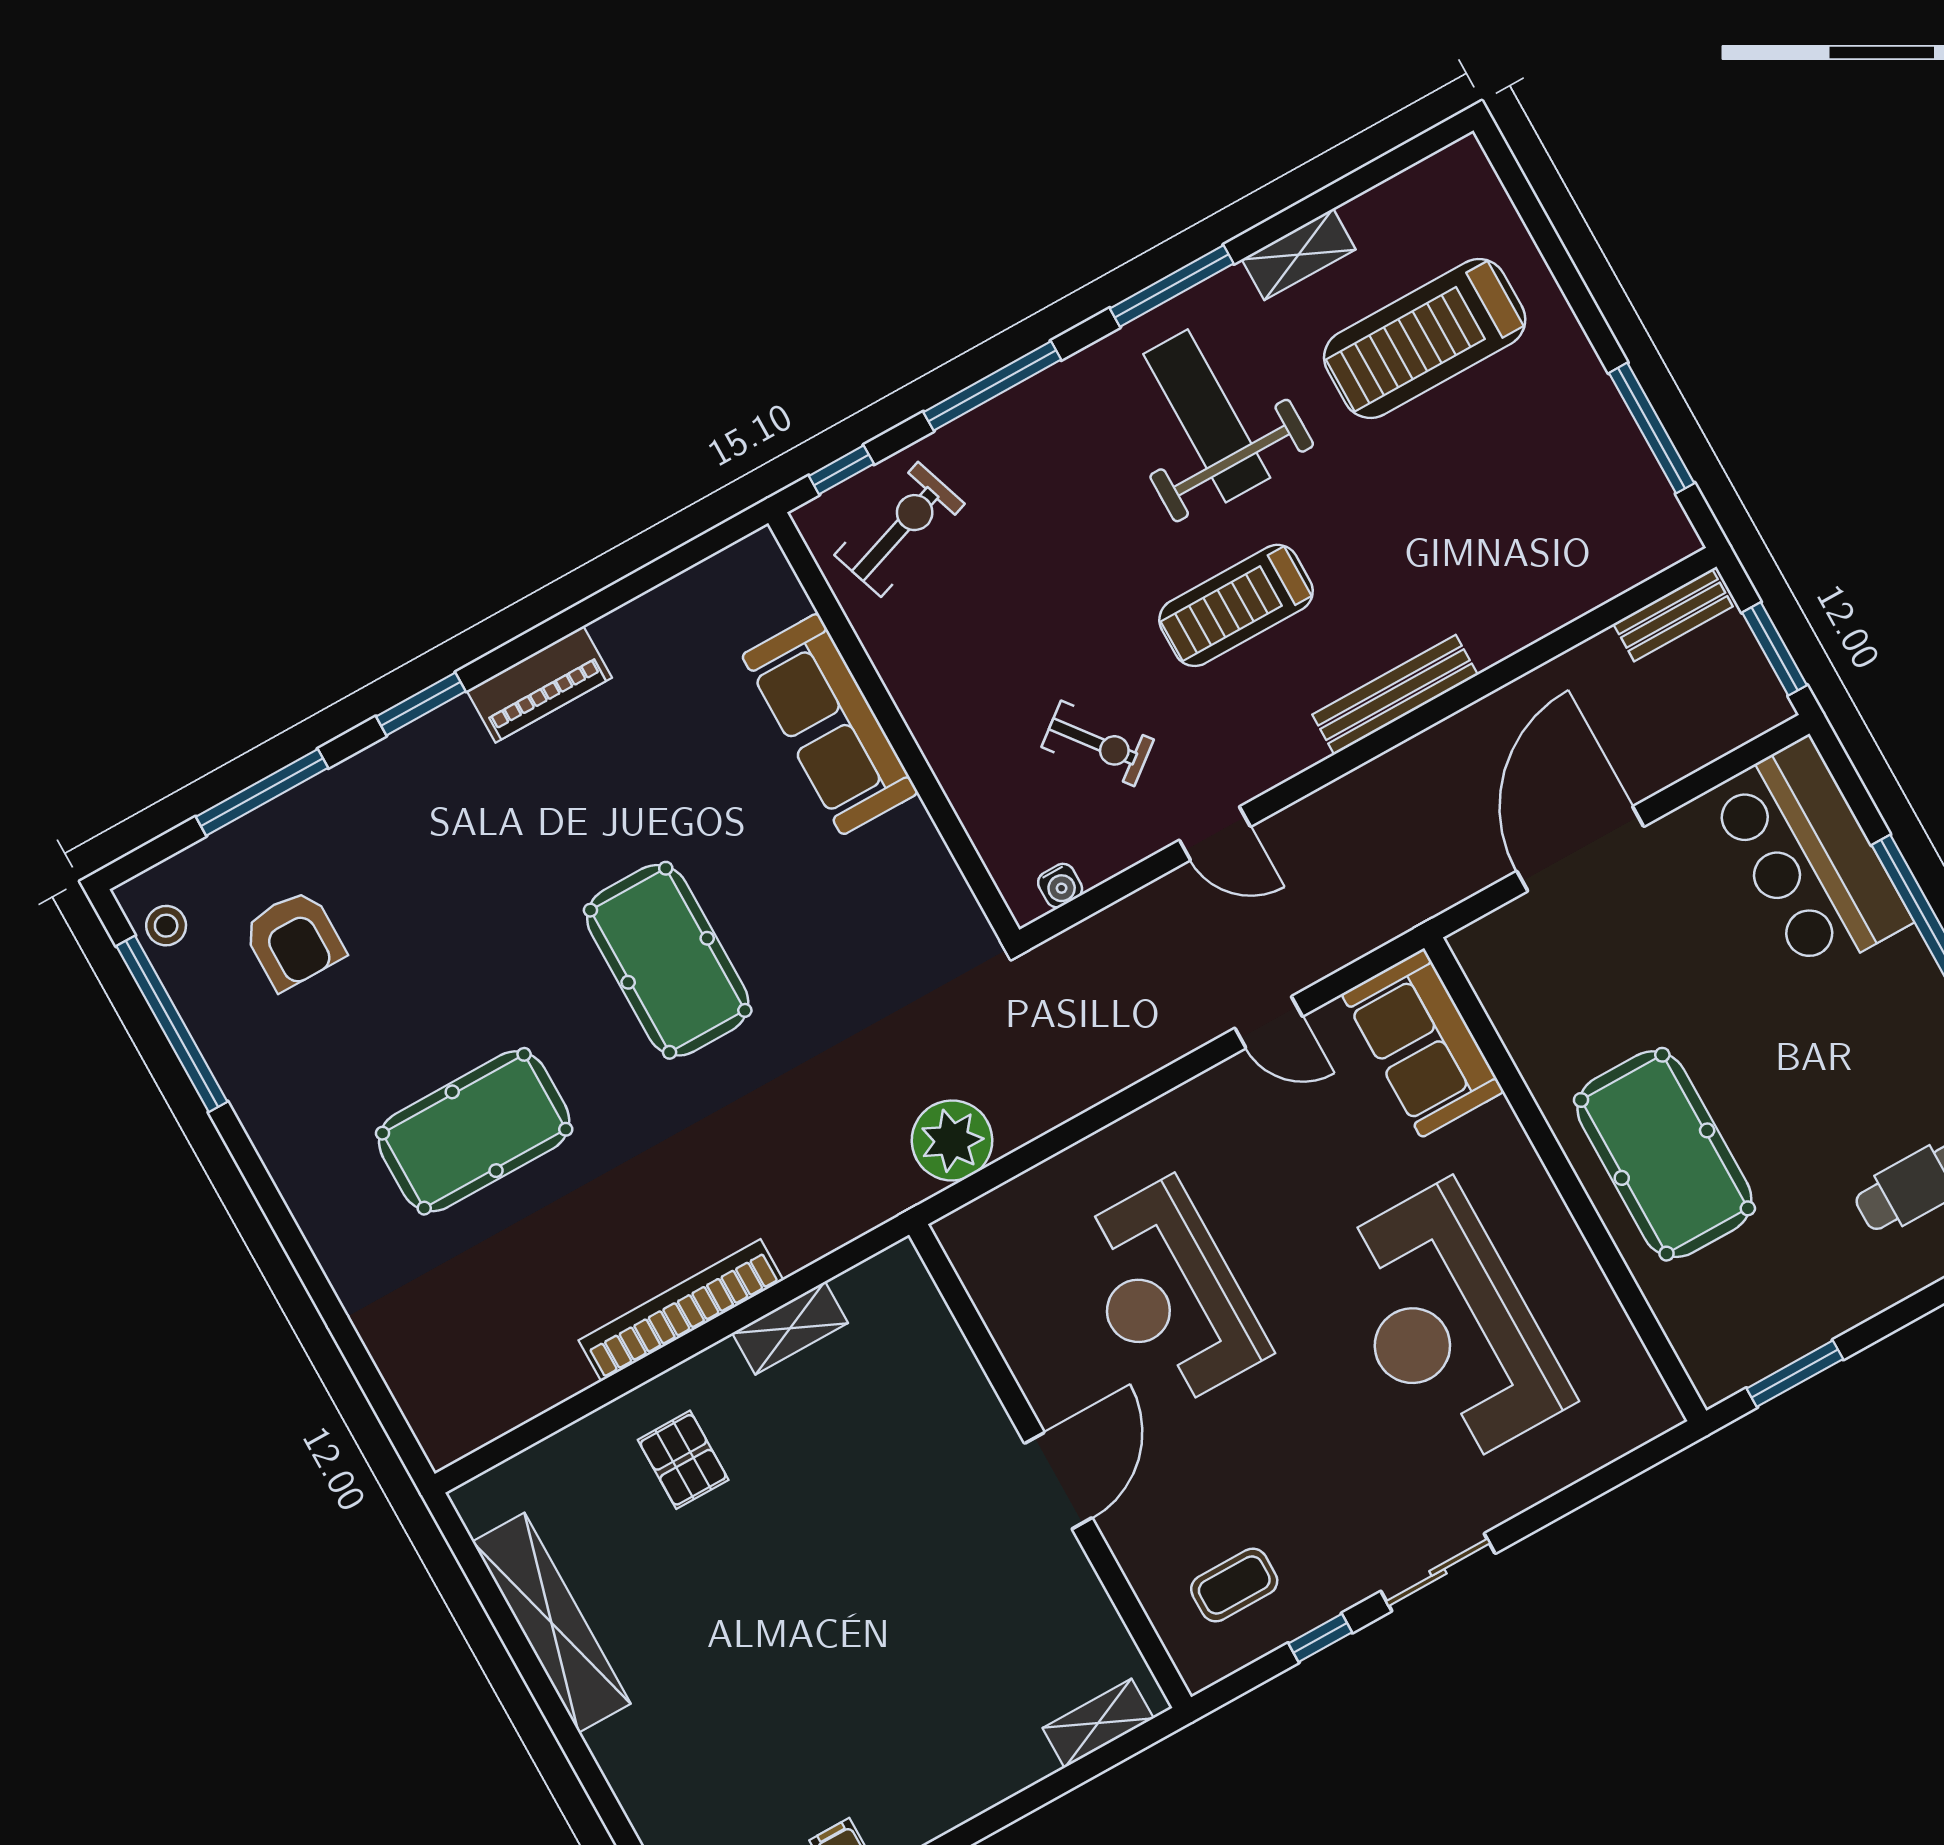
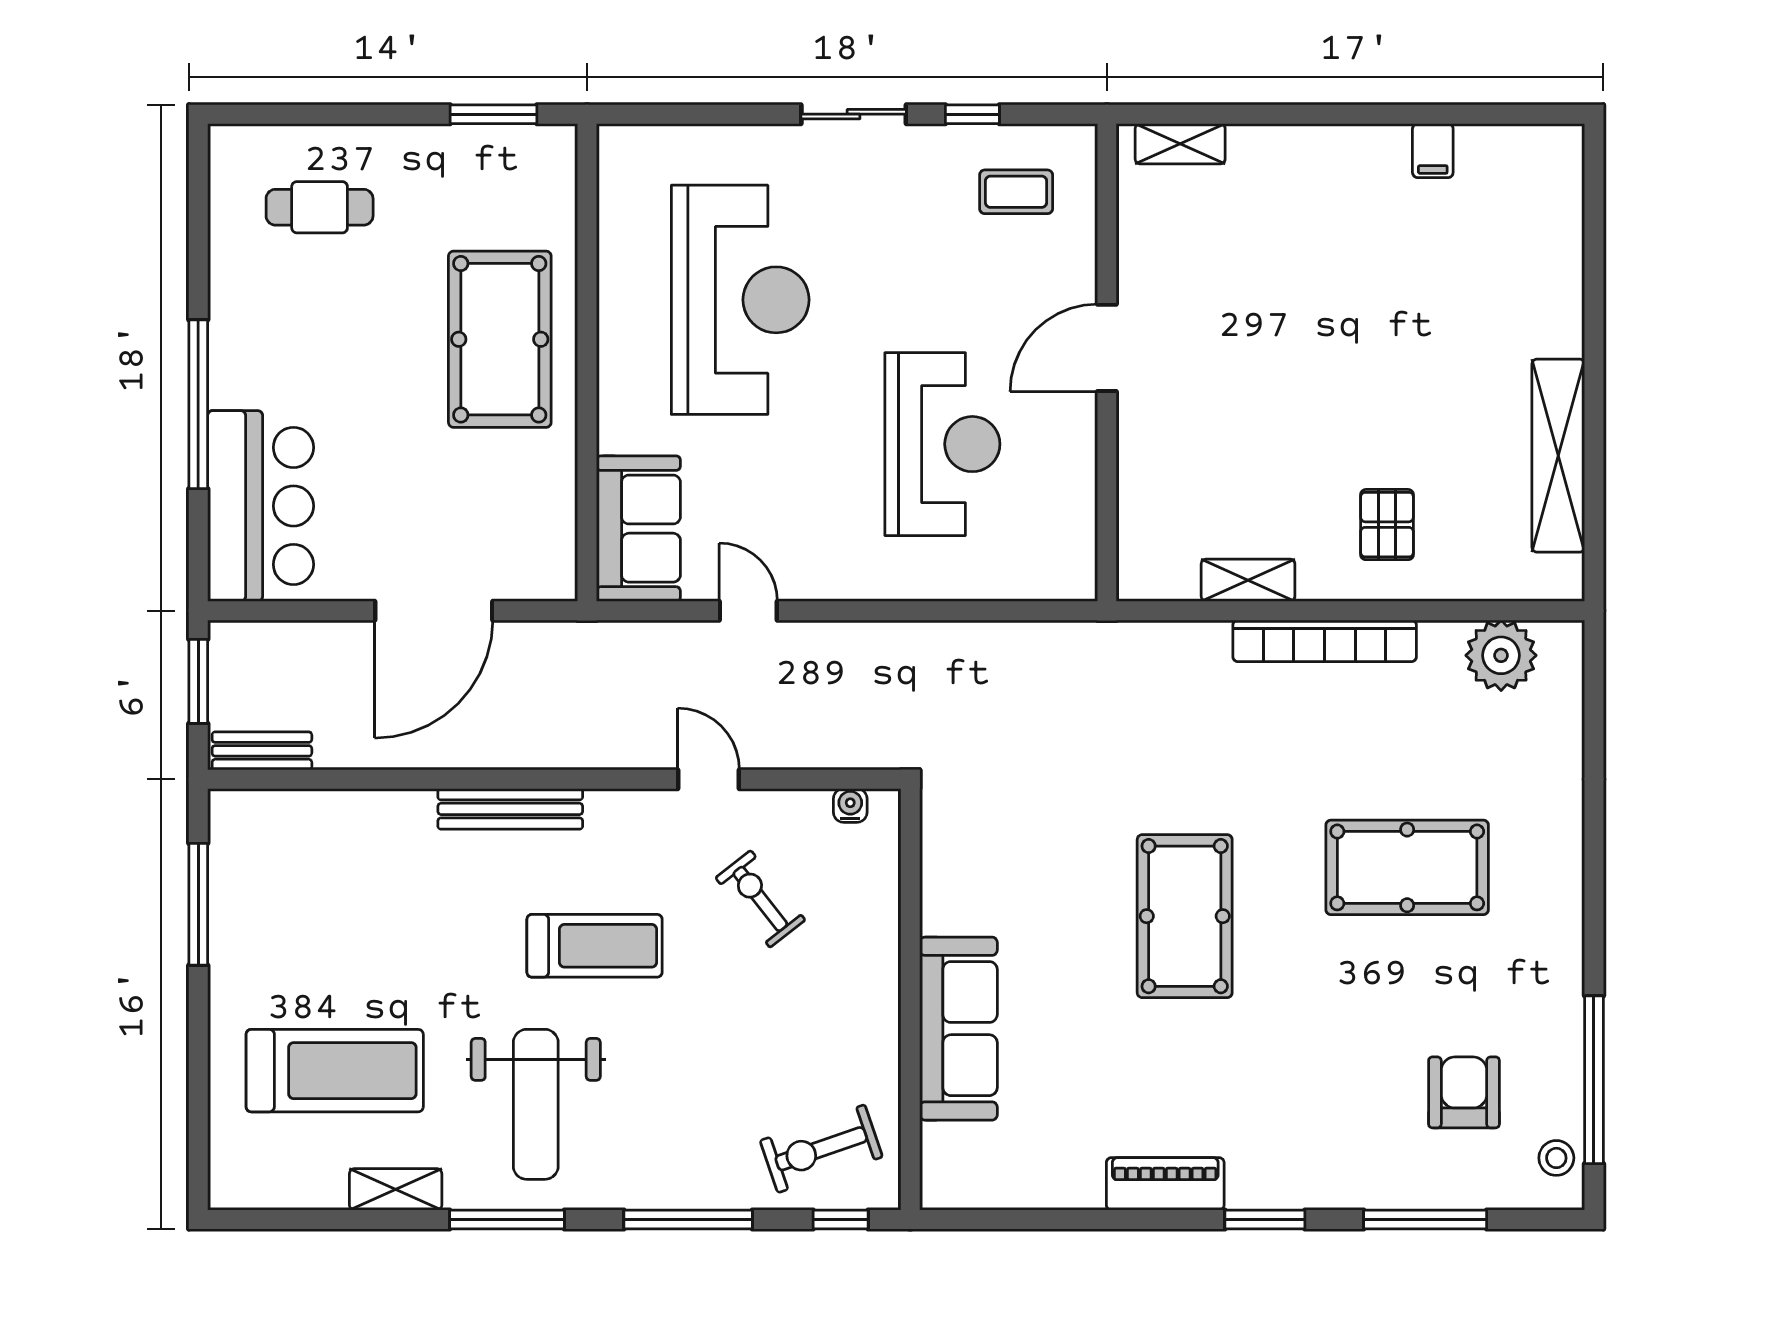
plant: (952, 1140) -> (1501, 655), moved

